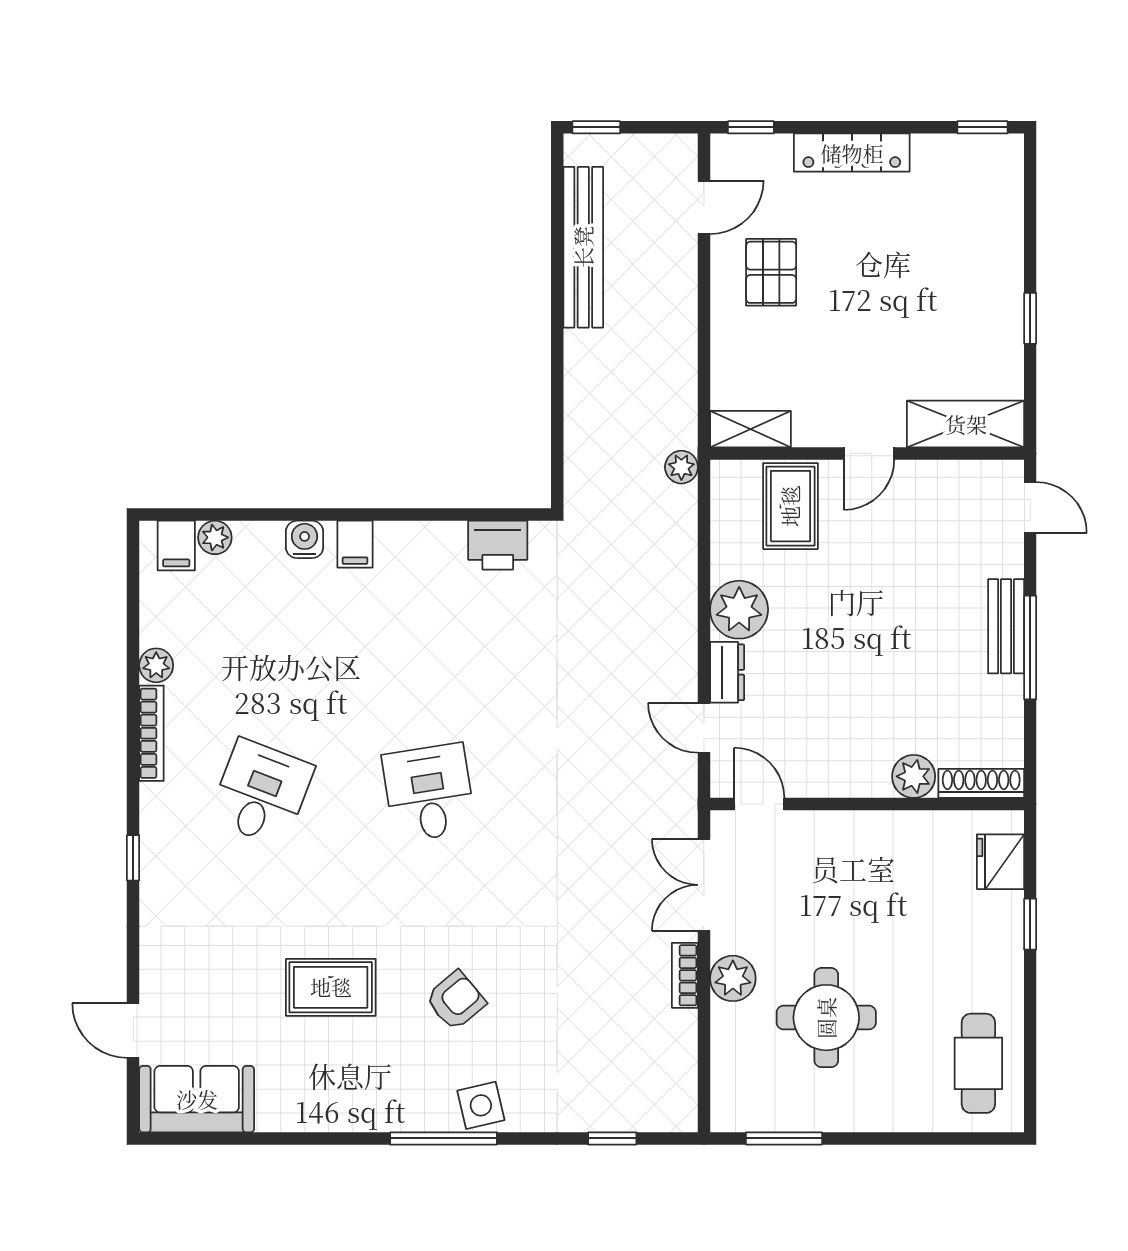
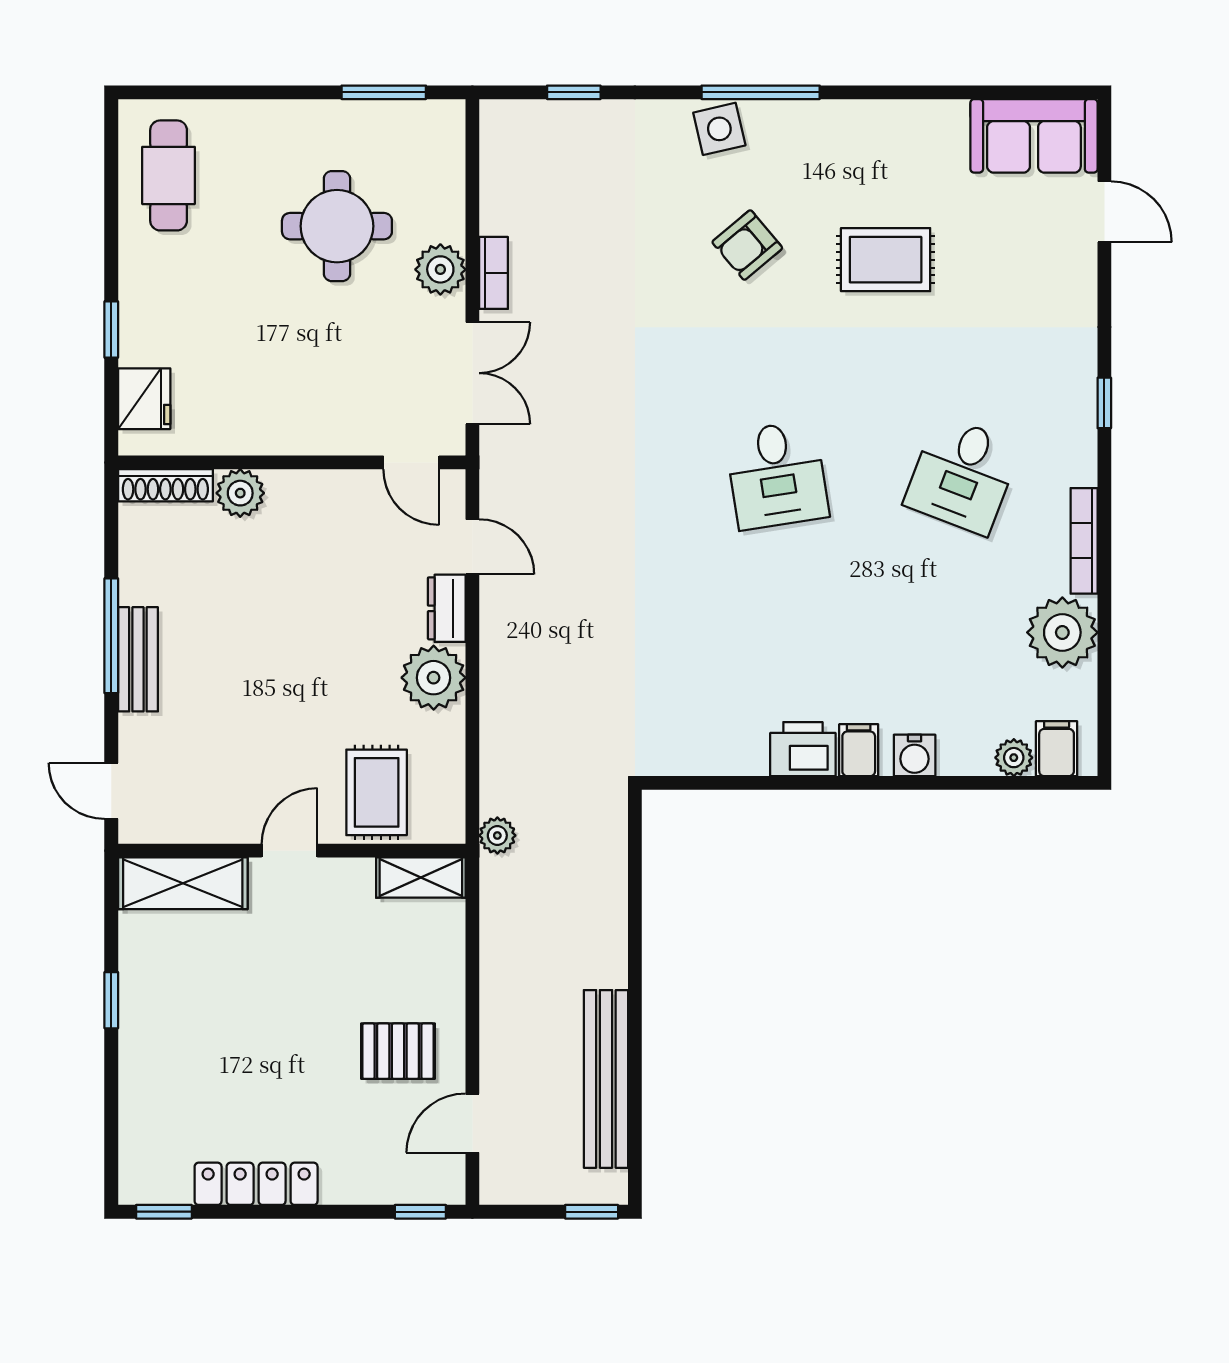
locker: (852, 153) -> (256, 1184), moved
pallet: (771, 272) -> (398, 1051), turned 90
printer: (498, 545) -> (803, 749), moved
plant: (156, 665) -> (1062, 632), width x1.88, depth x1.88

